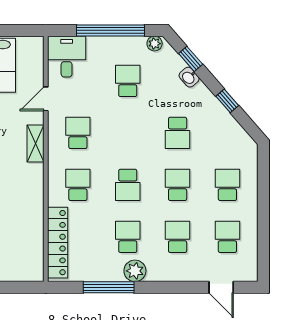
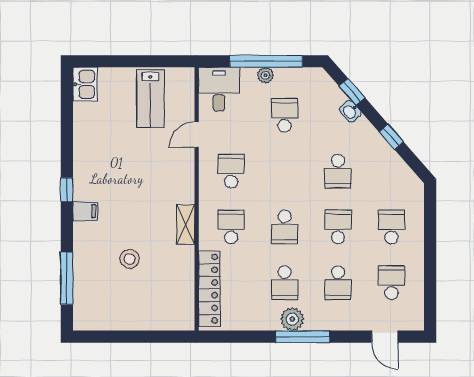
plant: (155, 44) -> (265, 75), moved
shelving: (35, 144) -> (186, 224), moved
school desk: (128, 237) -> (285, 283), turned 180
school desk: (178, 237) -> (338, 283), turned 180
window: (109, 287) -> (303, 337), moved

